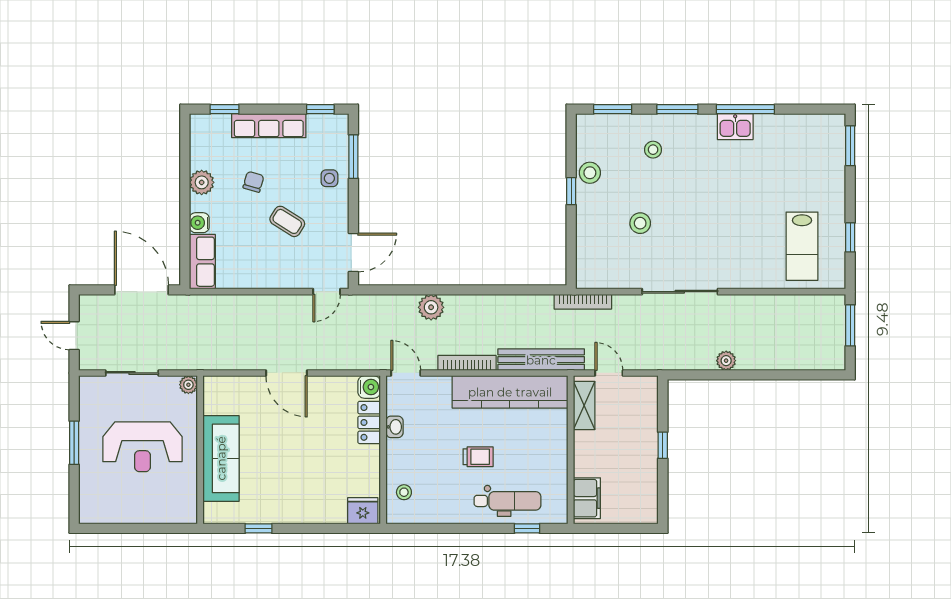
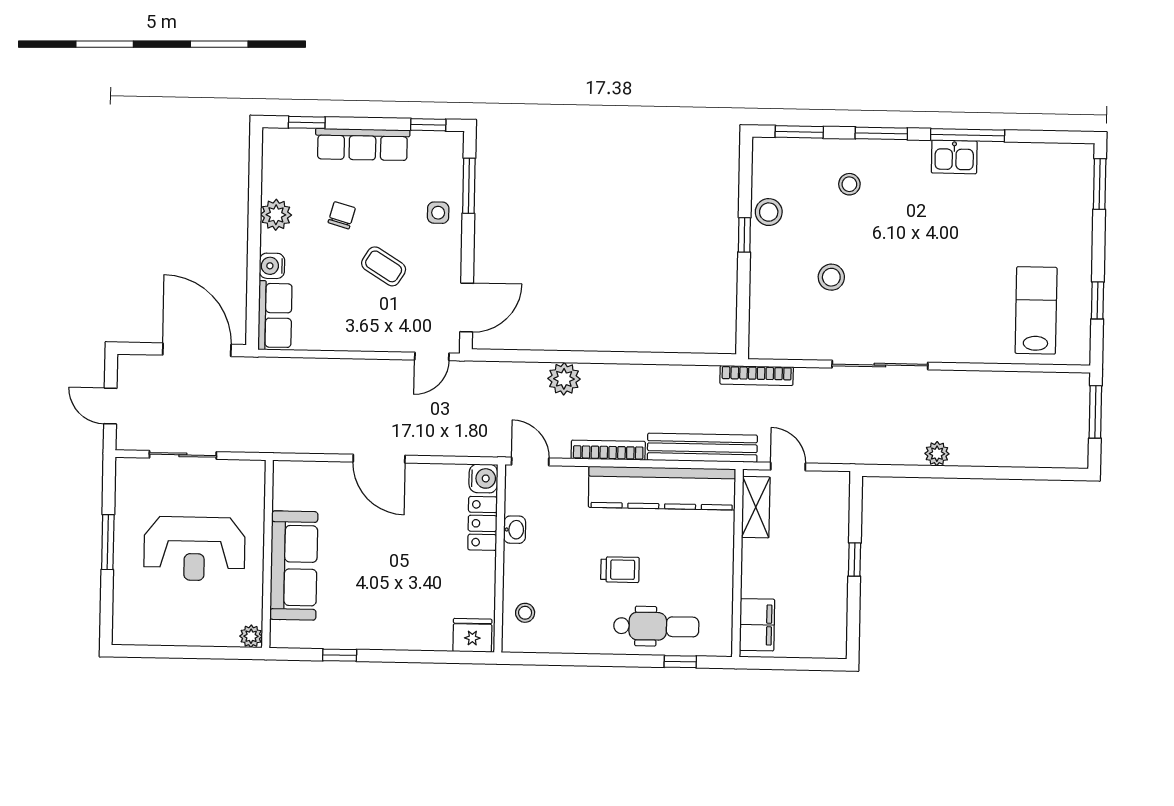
lab bench: (802, 246) -> (1036, 310), turned 180
plant: (188, 385) -> (251, 636), moved

